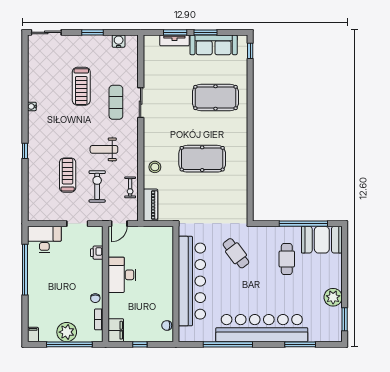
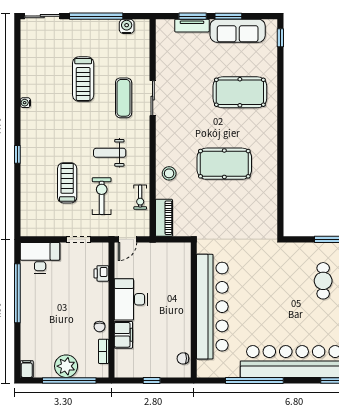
window: (92, 32) -> (96, 16), width x2.11
cafe table: (236, 253) -> (264, 274), removed
filing cabinet: (116, 330) -> (123, 335), moved

